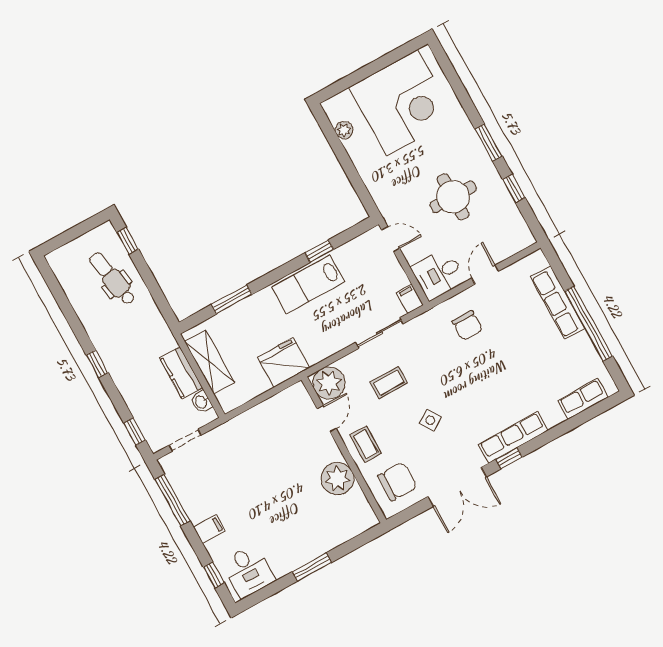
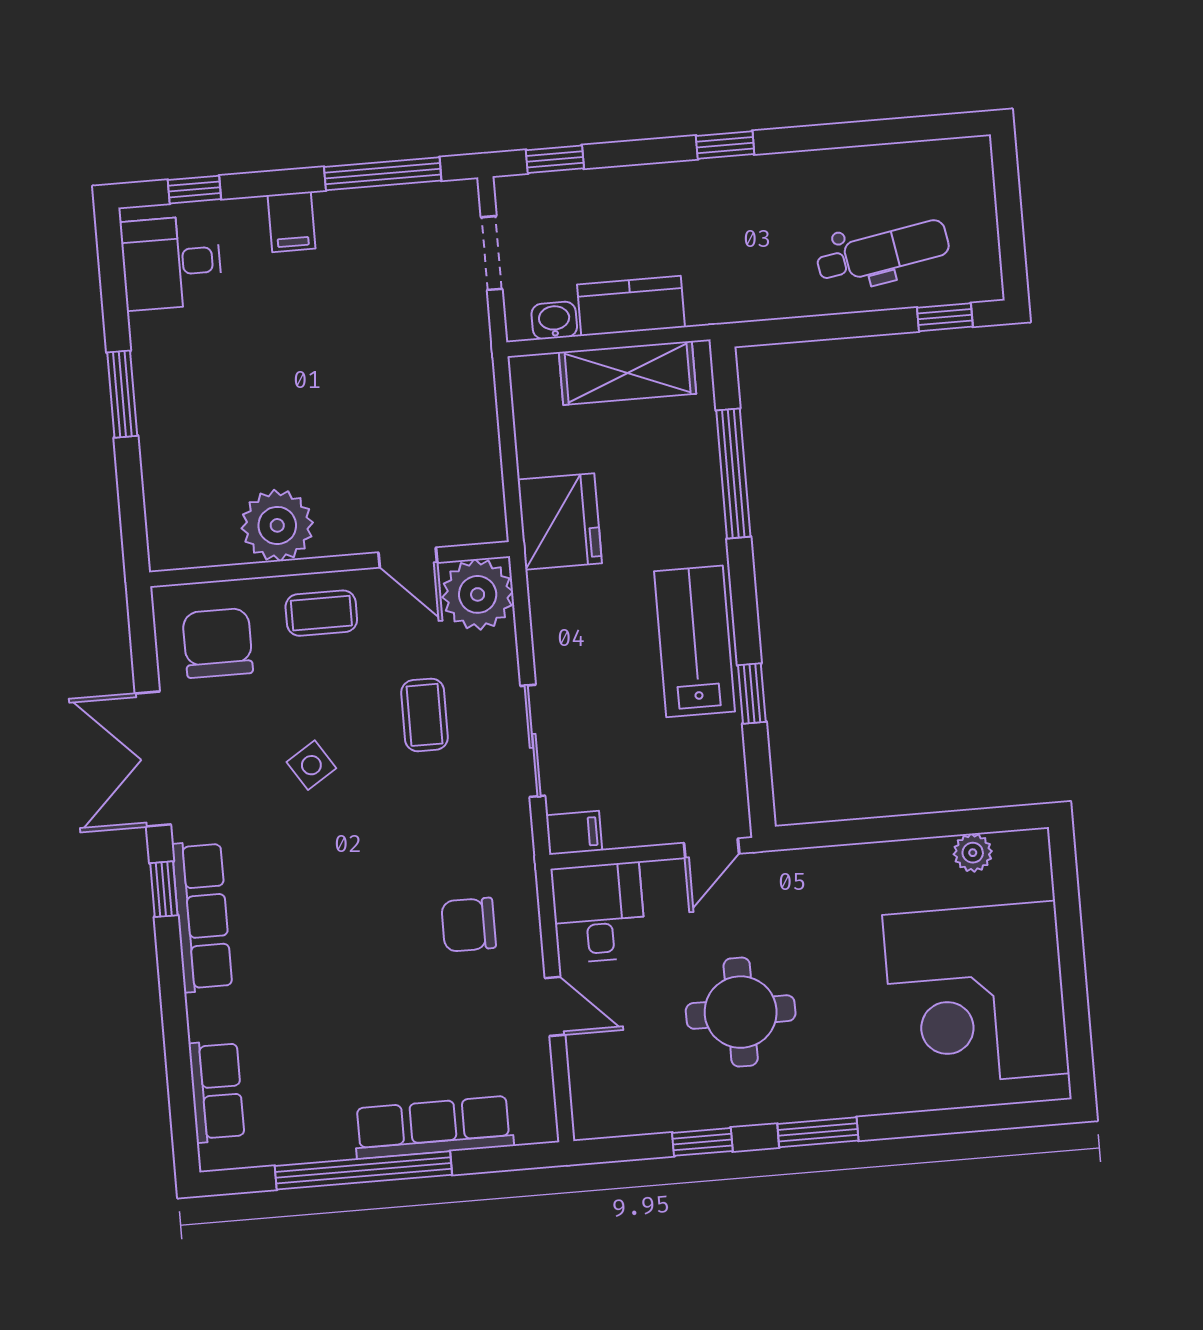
window: (232, 299) -> (733, 473), width x1.44
chair: (397, 481) -> (218, 643), turned 180

